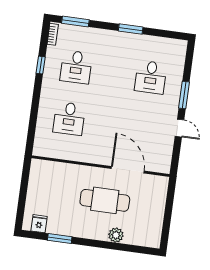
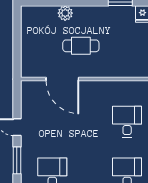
cafe table: (105, 200) -> (81, 46), width x0.73, depth x0.74

